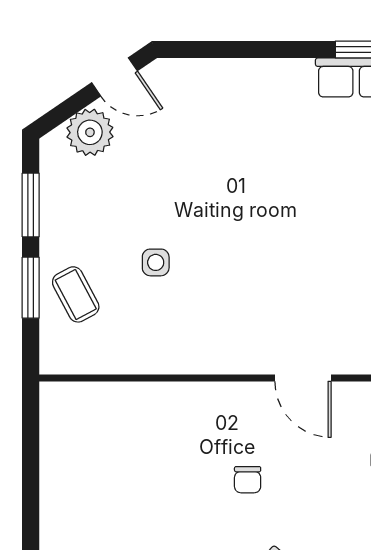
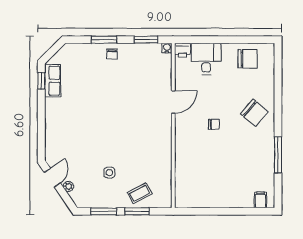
plant: (90, 132) -> (68, 186), width x0.53, depth x0.53
side table: (156, 262) -> (109, 173), moved

